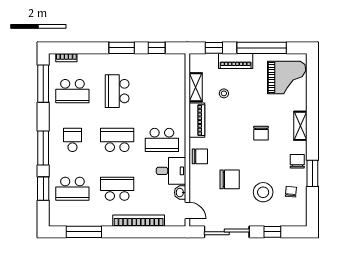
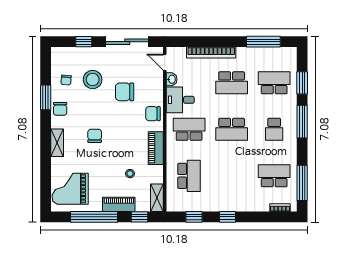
window: (122, 48) -> (227, 217), width x0.67
shelving: (196, 87) -> (157, 198), moved
school desk: (117, 91) -> (189, 176), moved

